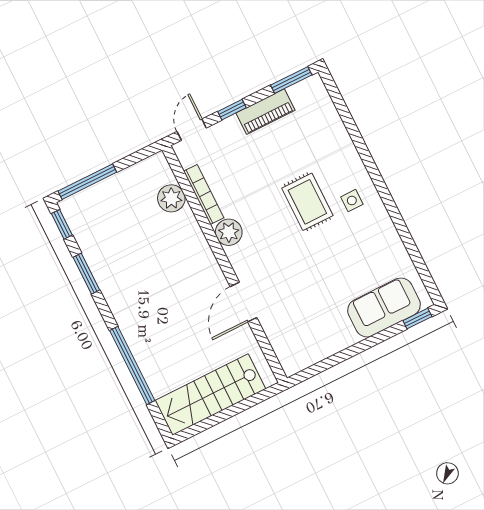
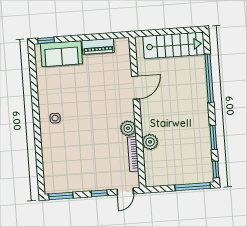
piano: (265, 112) -> (98, 46), moved, turned 180
plant: (171, 198) -> (150, 142), moved
rug: (307, 202) -> (79, 127), removed

